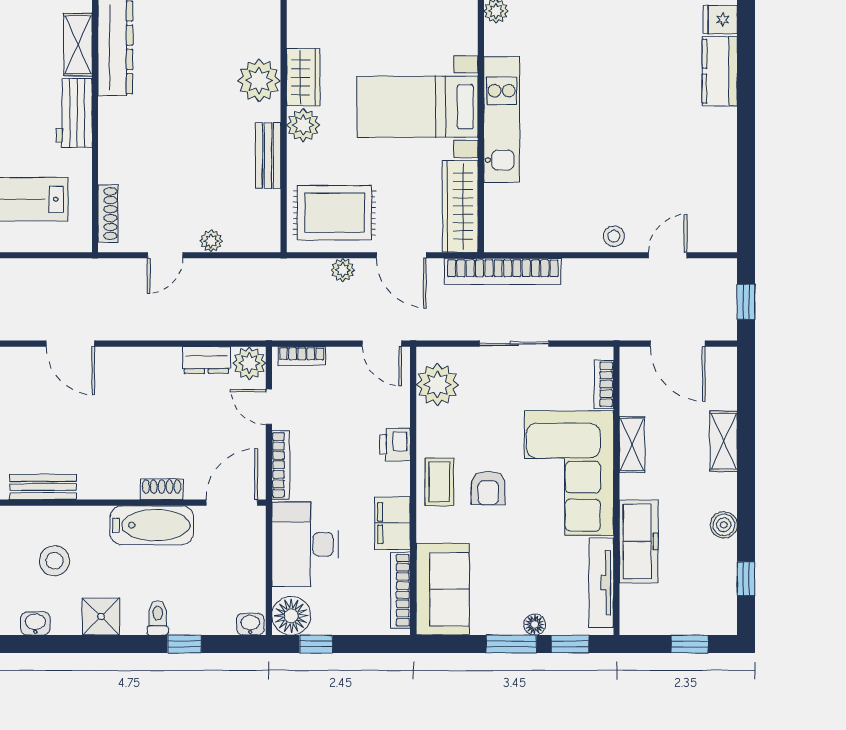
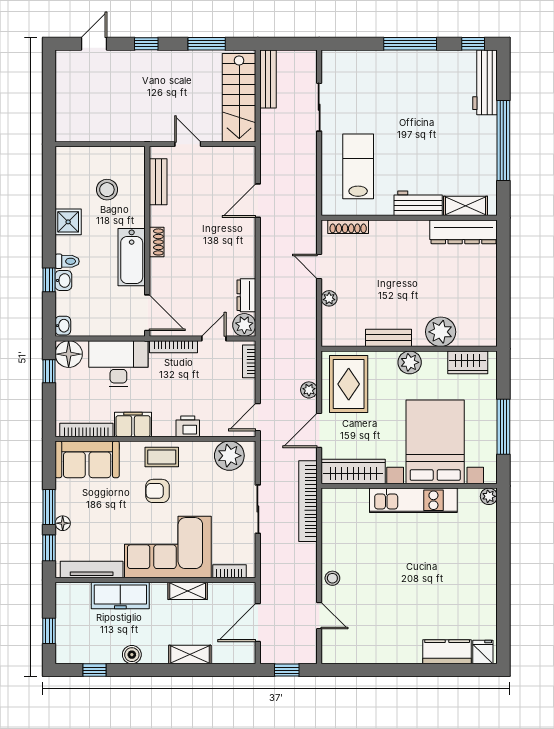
wardrobe: (303, 77) -> (468, 362), moved
bed with nightstands: (418, 107) -> (435, 442), width x1.36
shoe rack: (162, 489) -> (157, 242), moved
washbasin: (35, 623) -> (63, 280), moved

